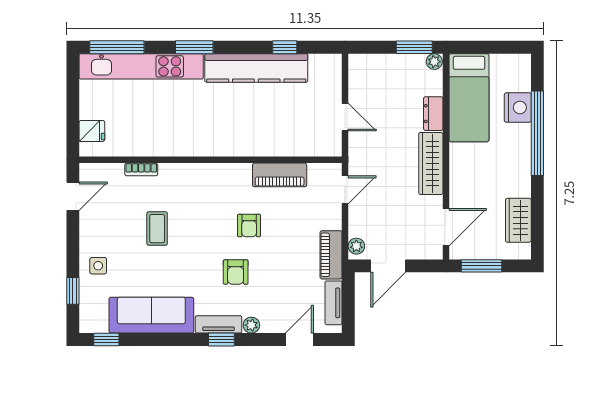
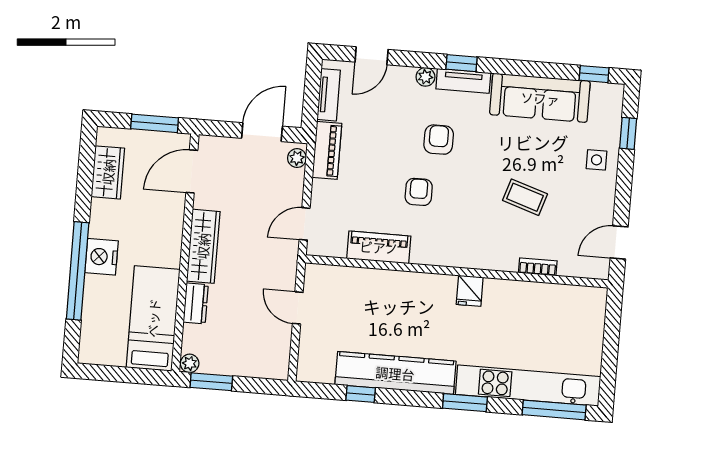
nightstand: (518, 108) -> (101, 257), moved
fridge: (92, 131) -> (470, 291), moved, turned -90
coffee table: (157, 229) -> (525, 197), turned -72

